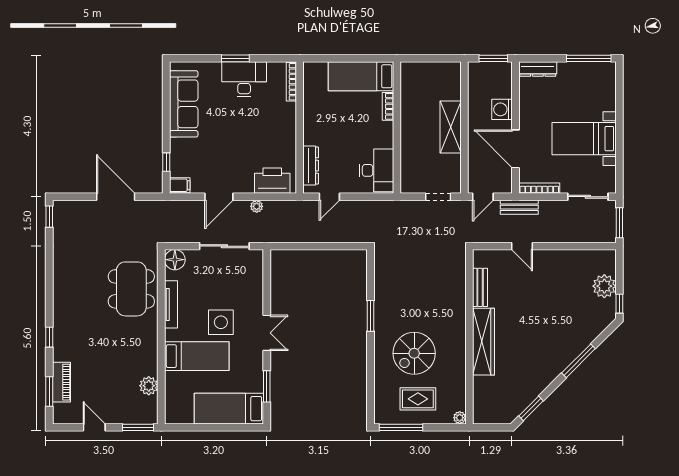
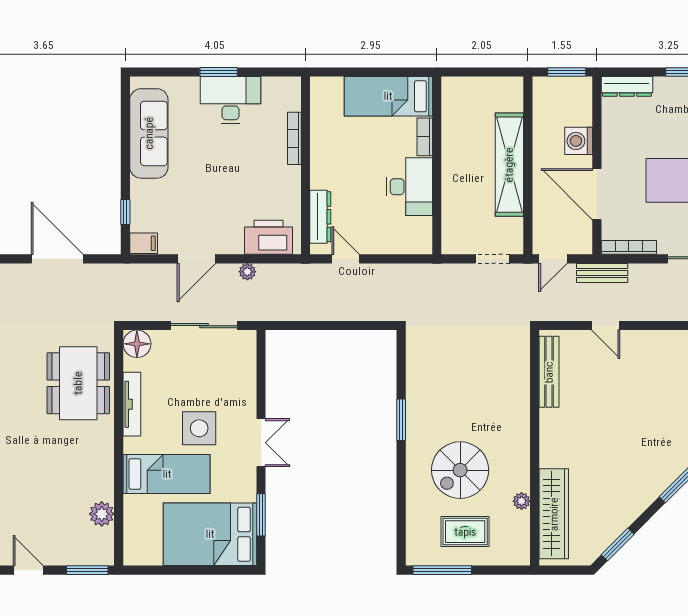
bookcase: (291, 82) -> (294, 138), moved
shelving: (451, 127) -> (509, 165), width x1.47
desk: (377, 170) -> (409, 187), moved
door: (329, 197) -> (346, 259), swing flipped
bench: (480, 287) -> (549, 372), width x1.36
wardrobe: (484, 342) -> (554, 514), moved
bed: (229, 409) -> (210, 534), width x1.50
plant: (460, 418) -> (522, 501), moved

